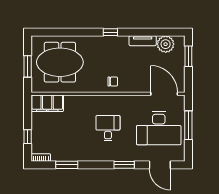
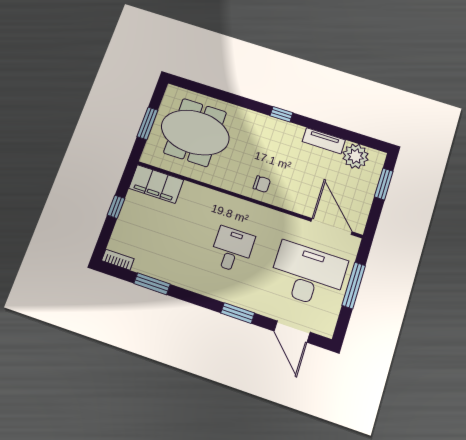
desk: (159, 128) -> (308, 275), turned 180
window: (28, 137) -> (116, 207), moved

